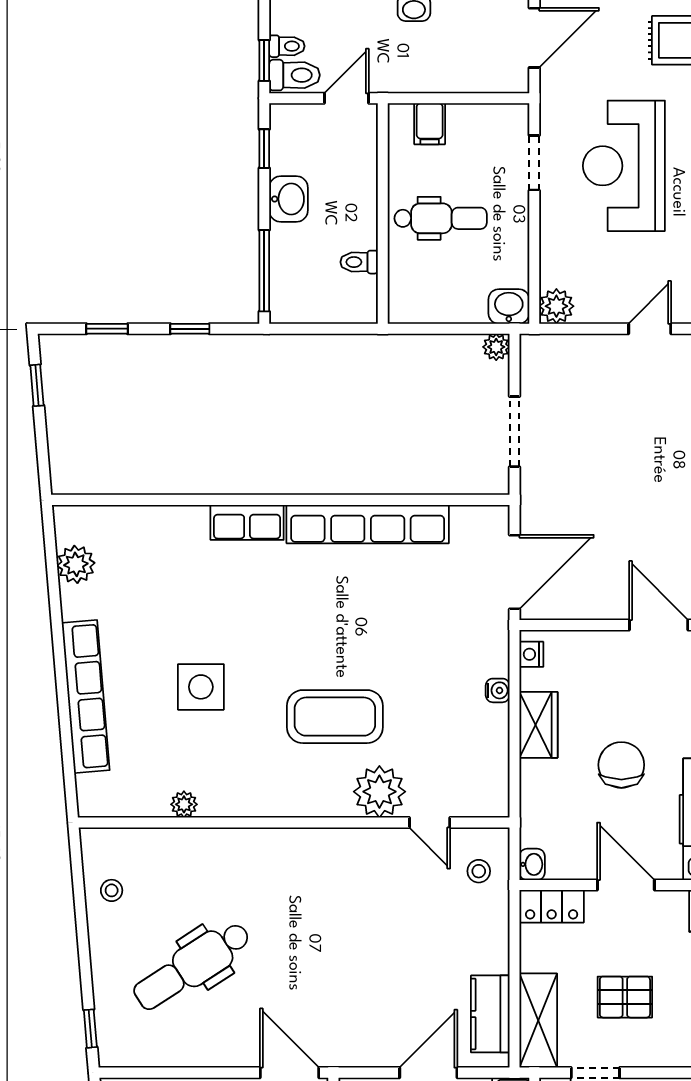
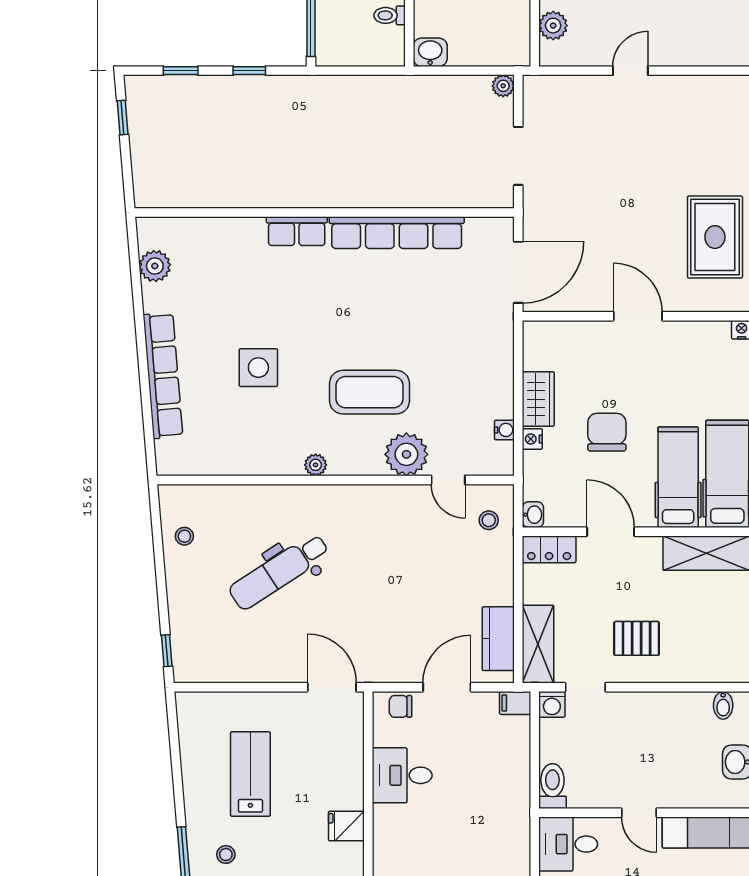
washbasin: (509, 306) -> (430, 52), moved
plant: (556, 306) -> (553, 26), moved
nightstand: (531, 654) -> (532, 439), moved
water cooler: (498, 690) -> (504, 430), moved
plant: (184, 804) -> (316, 465), moved
dental chair: (192, 966) -> (279, 571), moved
pallet: (625, 997) -> (637, 638), moved

